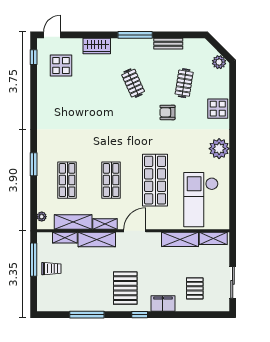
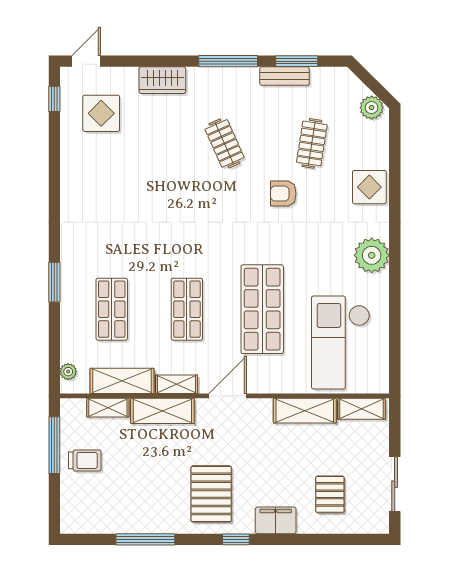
window: (175, 35) -> (297, 61), added

